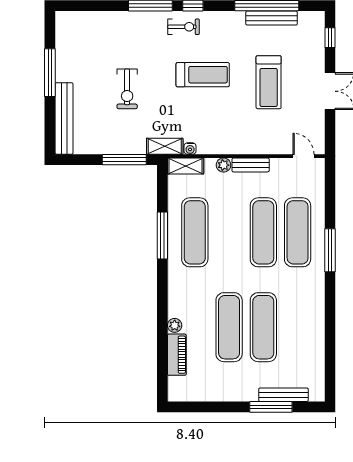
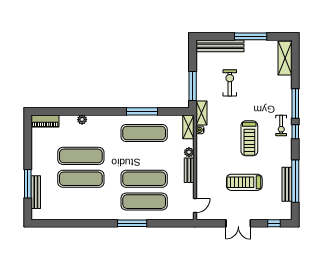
shelving: (83, 21) -> (285, 58), added
exercise bike: (127, 89) -> (230, 83), moved, turned 90
piano: (177, 355) -> (45, 121), moved

